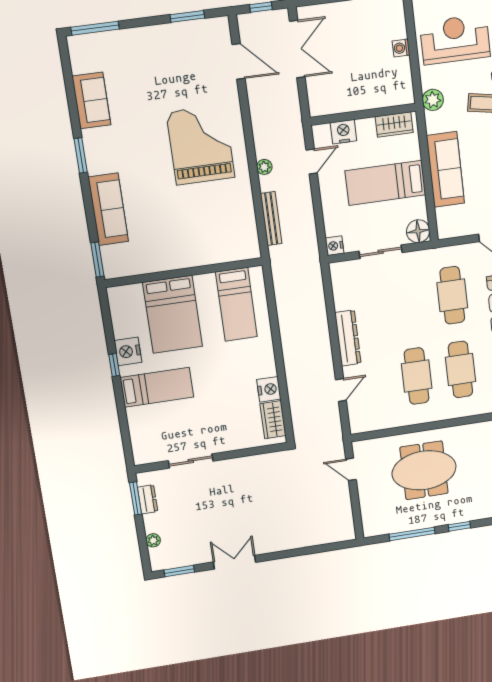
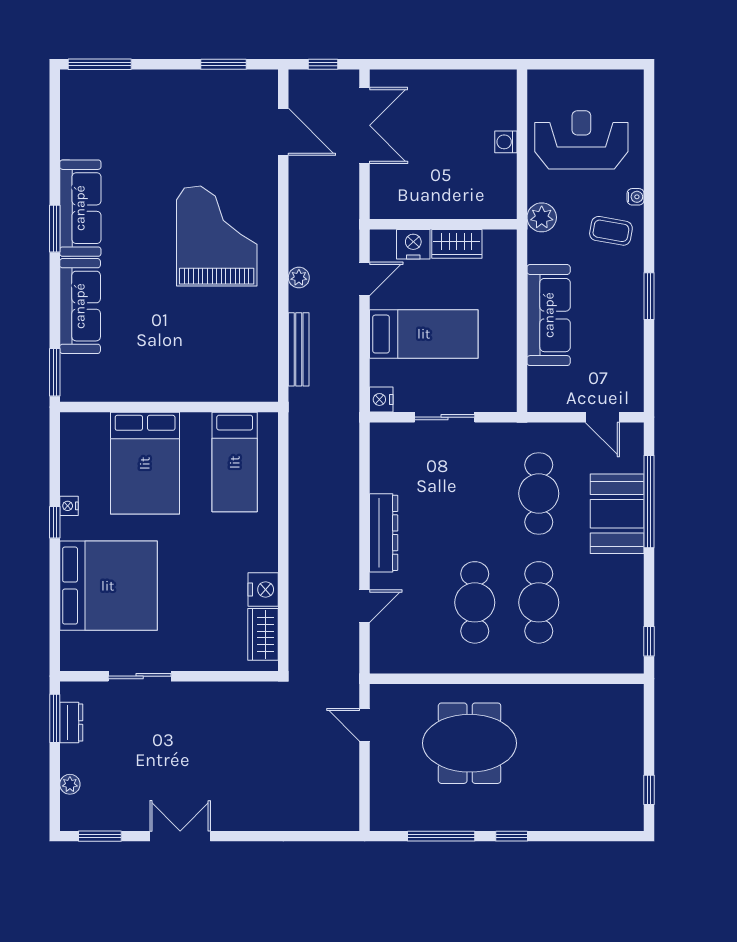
sofa: (91, 100) -> (80, 208), moved, width x1.36
wardrobe: (394, 125) -> (457, 244), moved
bed: (385, 183) -> (424, 334), moved, turned 180
floor lamp: (418, 231) -> (501, 396), removed
nightstand: (128, 351) -> (69, 506), width x0.53, depth x0.56
bed: (157, 387) -> (108, 586), width x2.04

